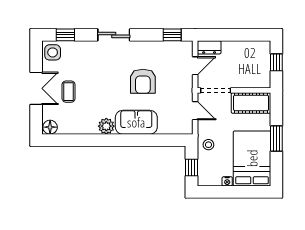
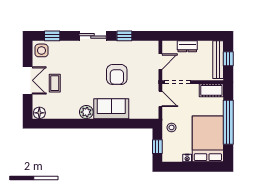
window: (172, 35) -> (124, 36), moved
dresser: (209, 47) -> (187, 46), moved
bench: (264, 63) -> (218, 60), added
cot: (251, 103) -> (211, 90), width x0.73, depth x0.75
window: (276, 138) -> (228, 122), width x2.11

